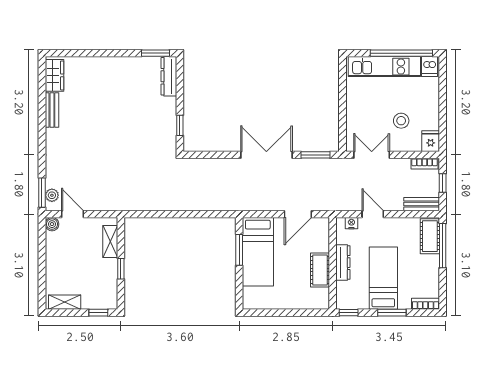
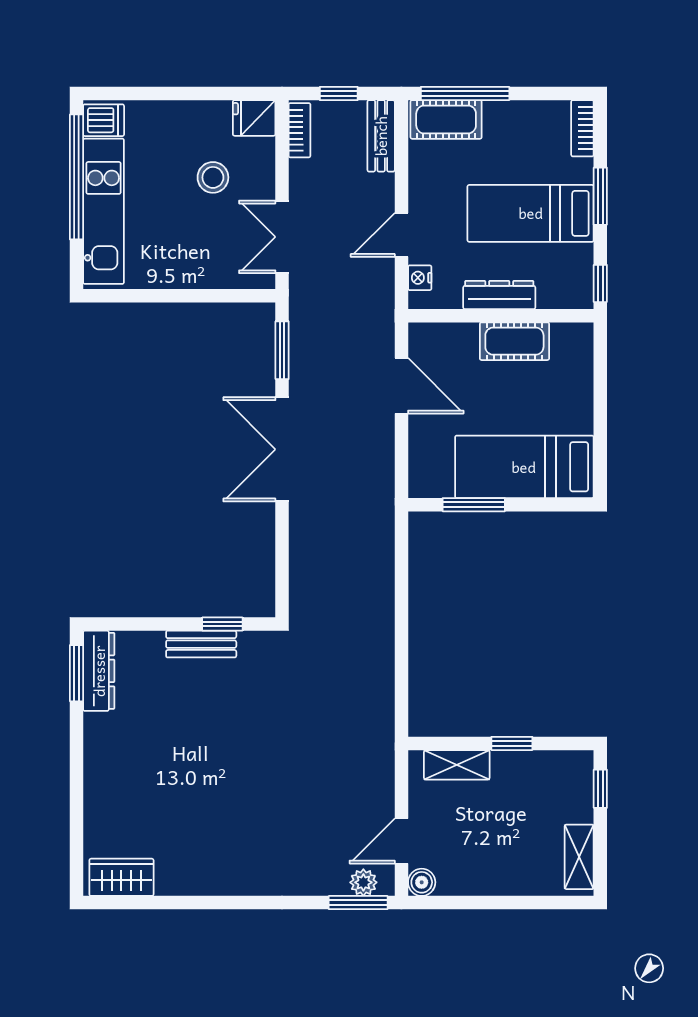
dresser: (169, 76) -> (99, 671), moved, turned -90
bench: (52, 110) -> (201, 644), moved
bed: (258, 252) -> (524, 467), moved, turned 180

